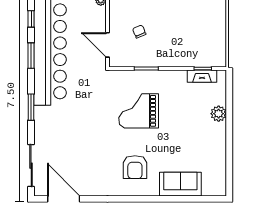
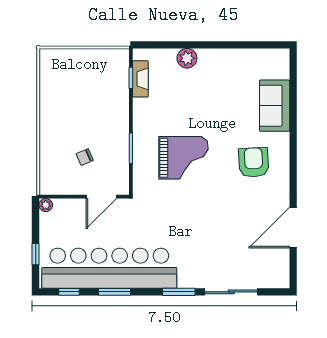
grand piano: (139, 111) -> (184, 158), turned -90
sliding door: (31, 166) -> (231, 292), moved
armchair: (135, 167) -> (254, 162), turned -93
door: (64, 199) -> (293, 228), moved

